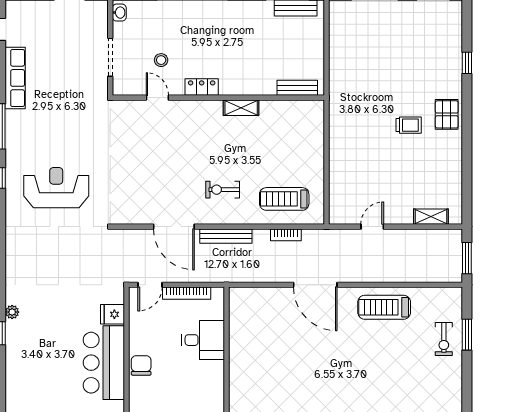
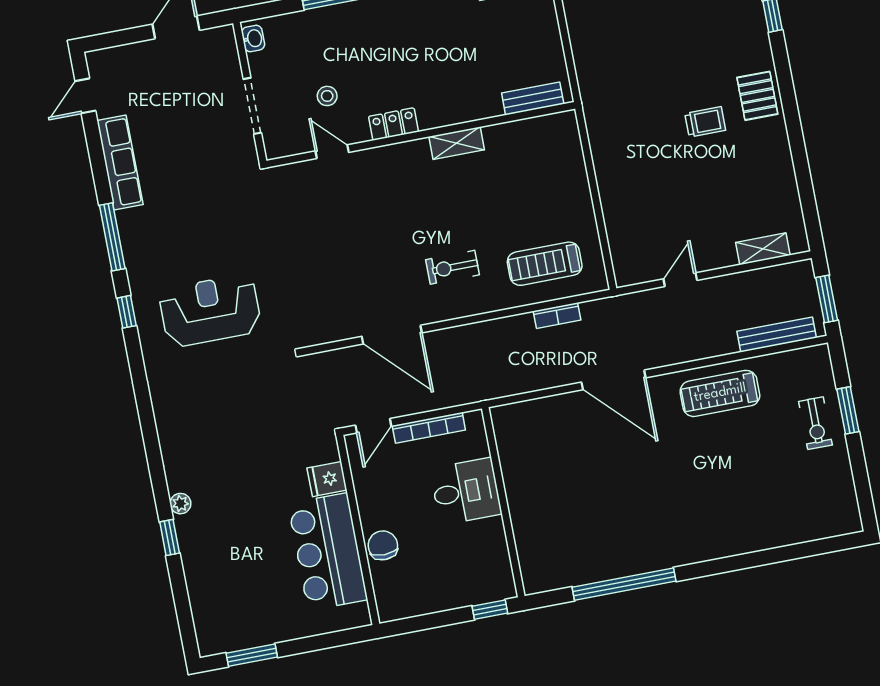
bench: (226, 236) -> (777, 335), moved

